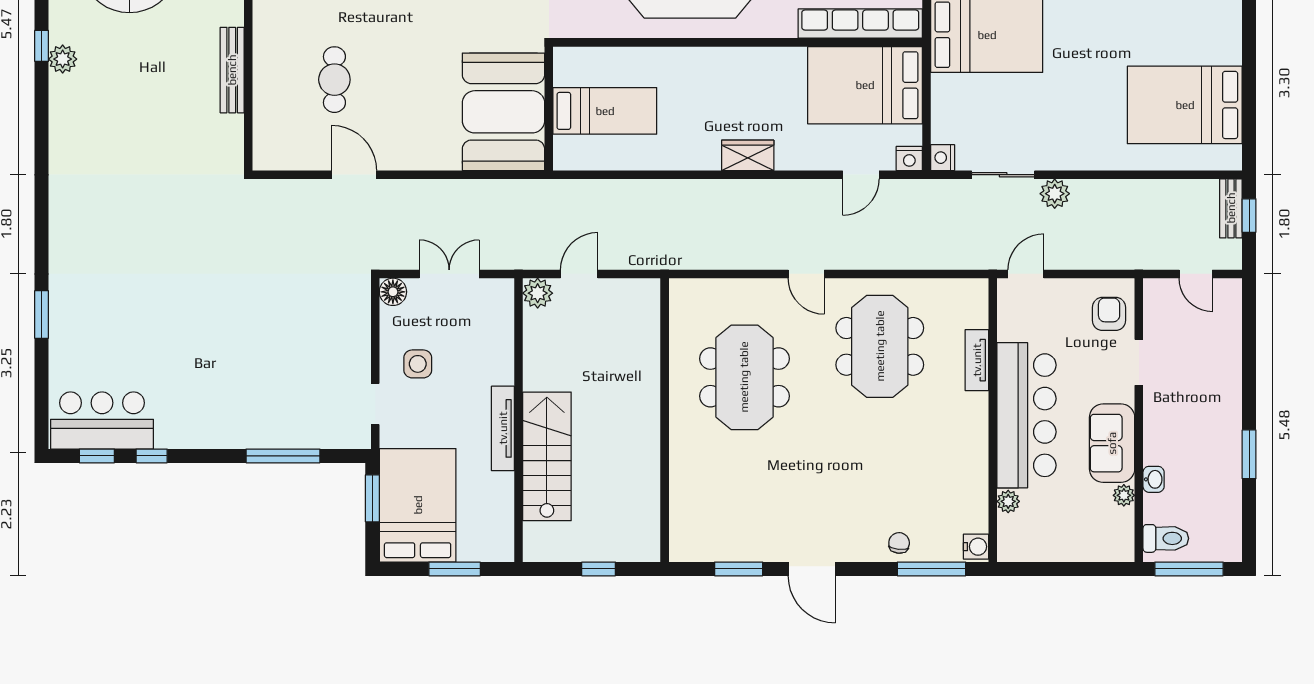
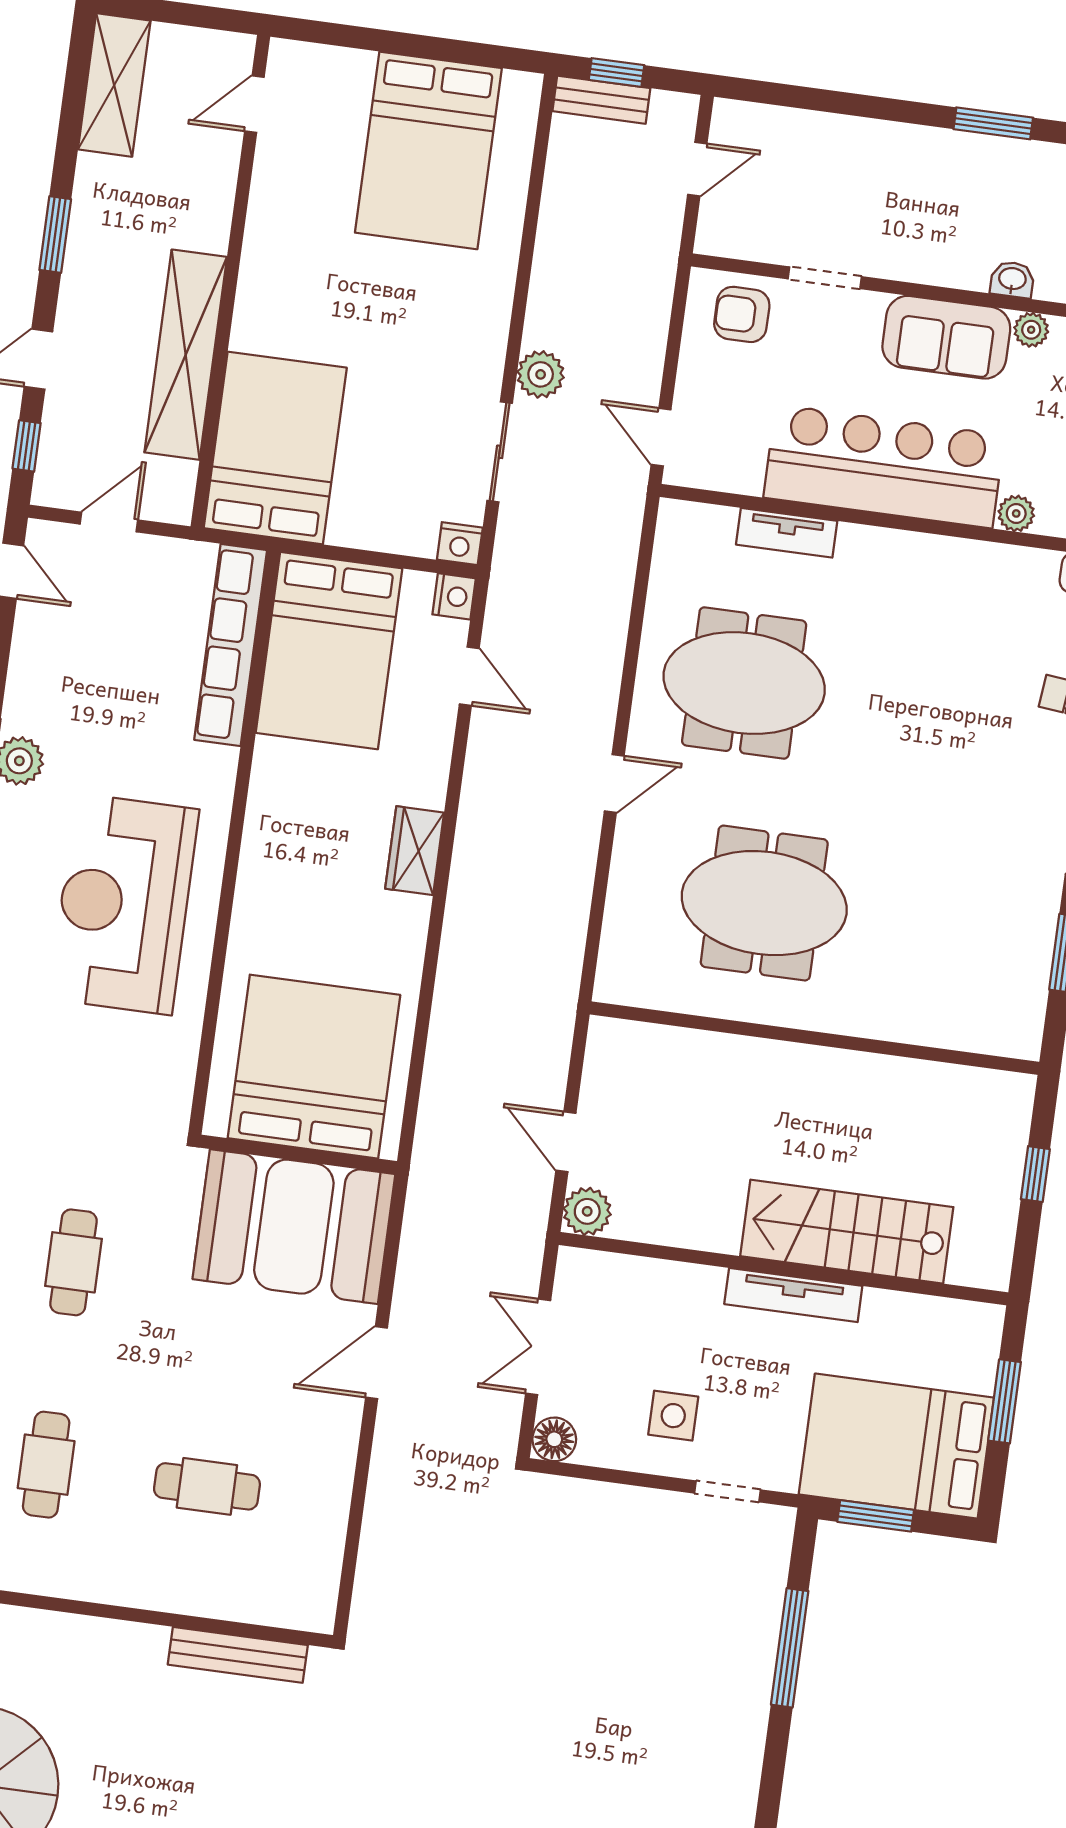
bench: (232, 70) -> (238, 1655), moved
bed: (605, 111) -> (314, 1067), width x2.04
door: (354, 175) -> (377, 1363), moved

